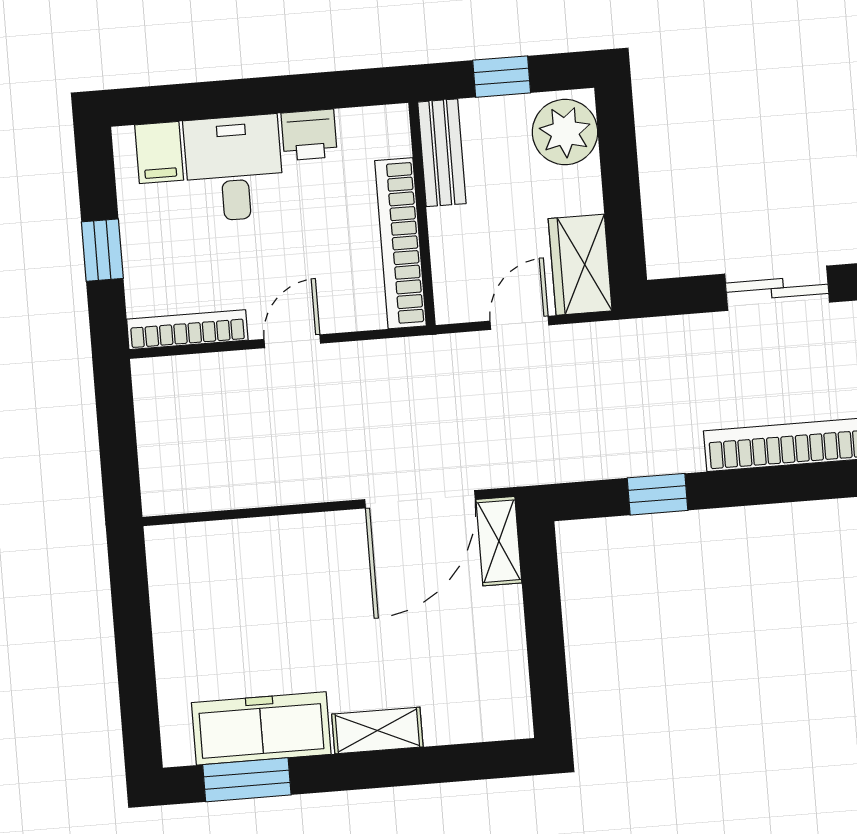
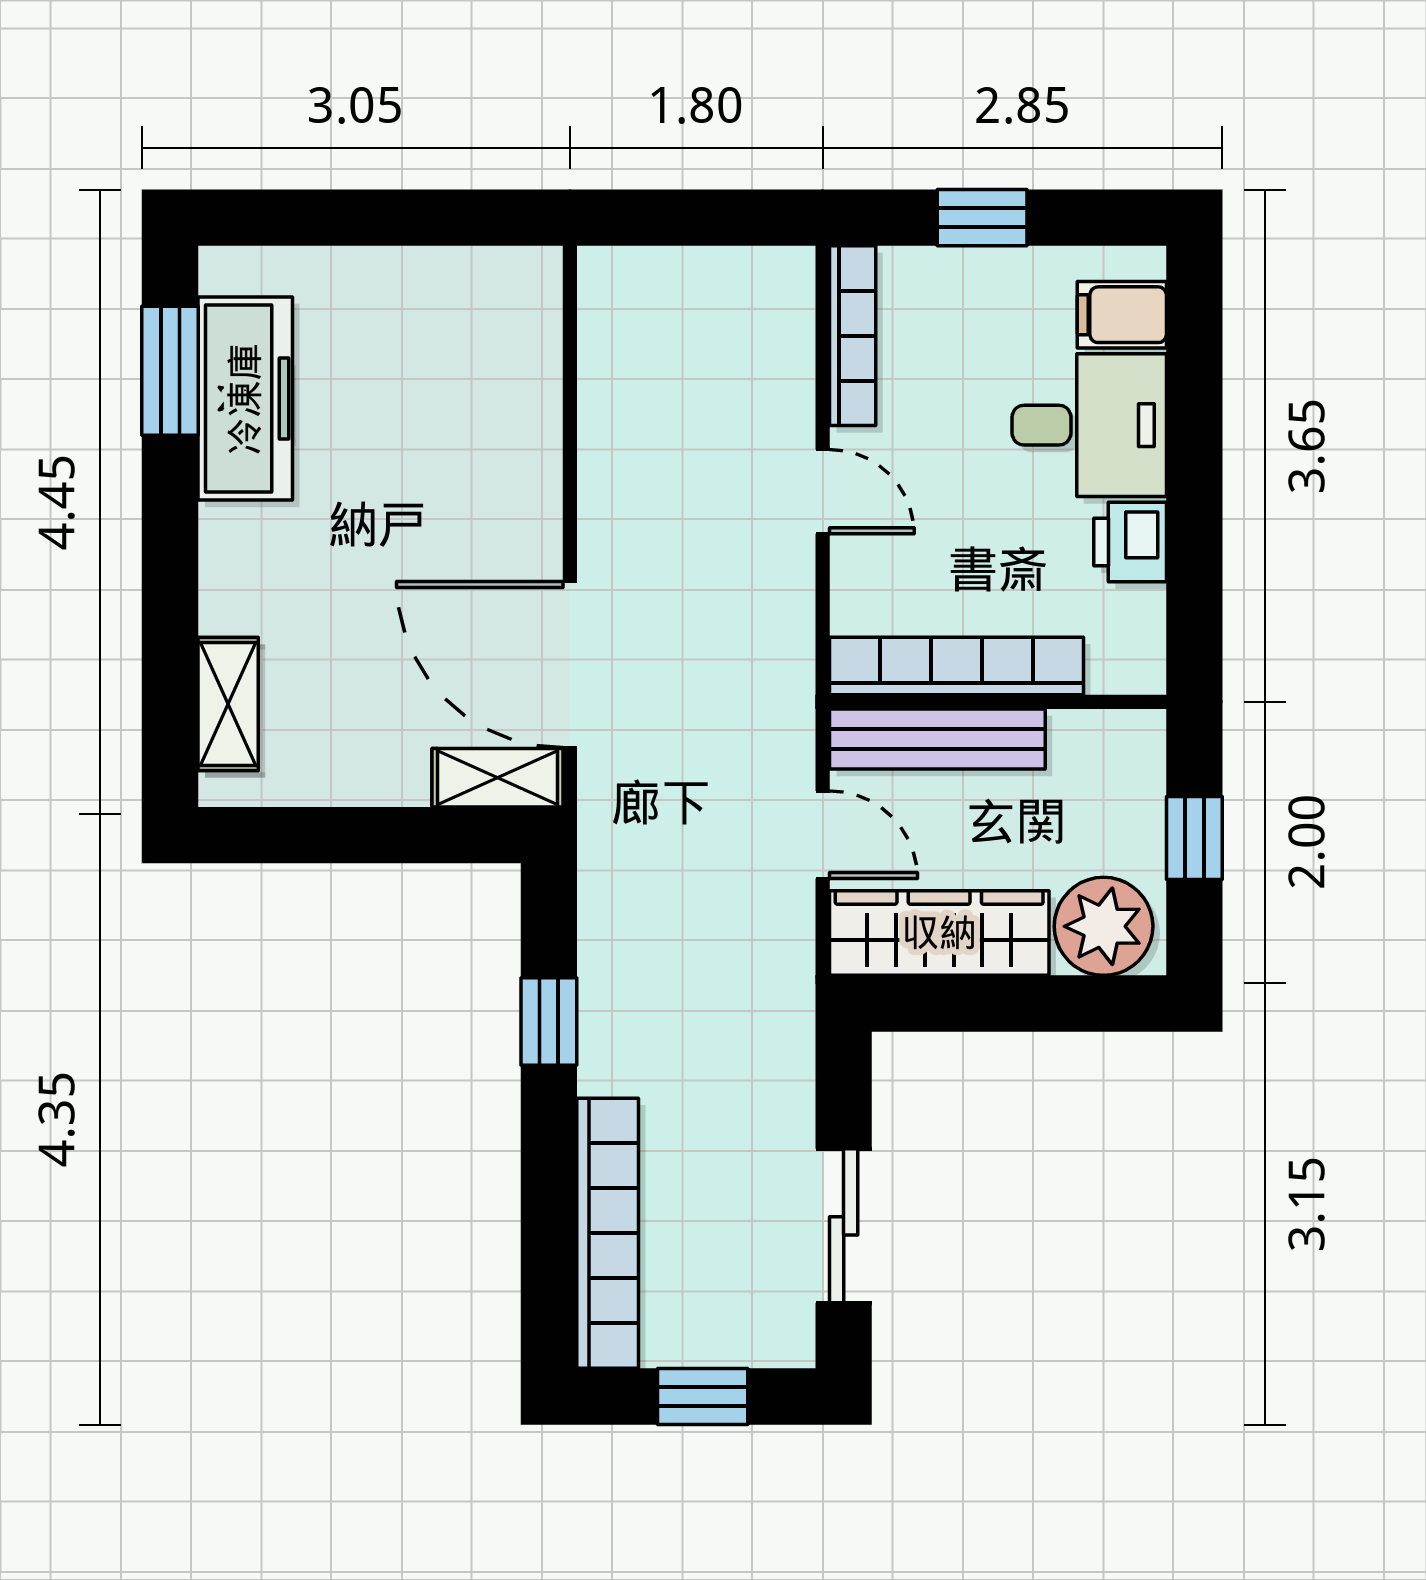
bench: (442, 153) -> (937, 739), moved, width x1.36
wardrobe: (580, 265) -> (939, 933), width x1.50
shelving: (377, 731) -> (228, 704), moved

